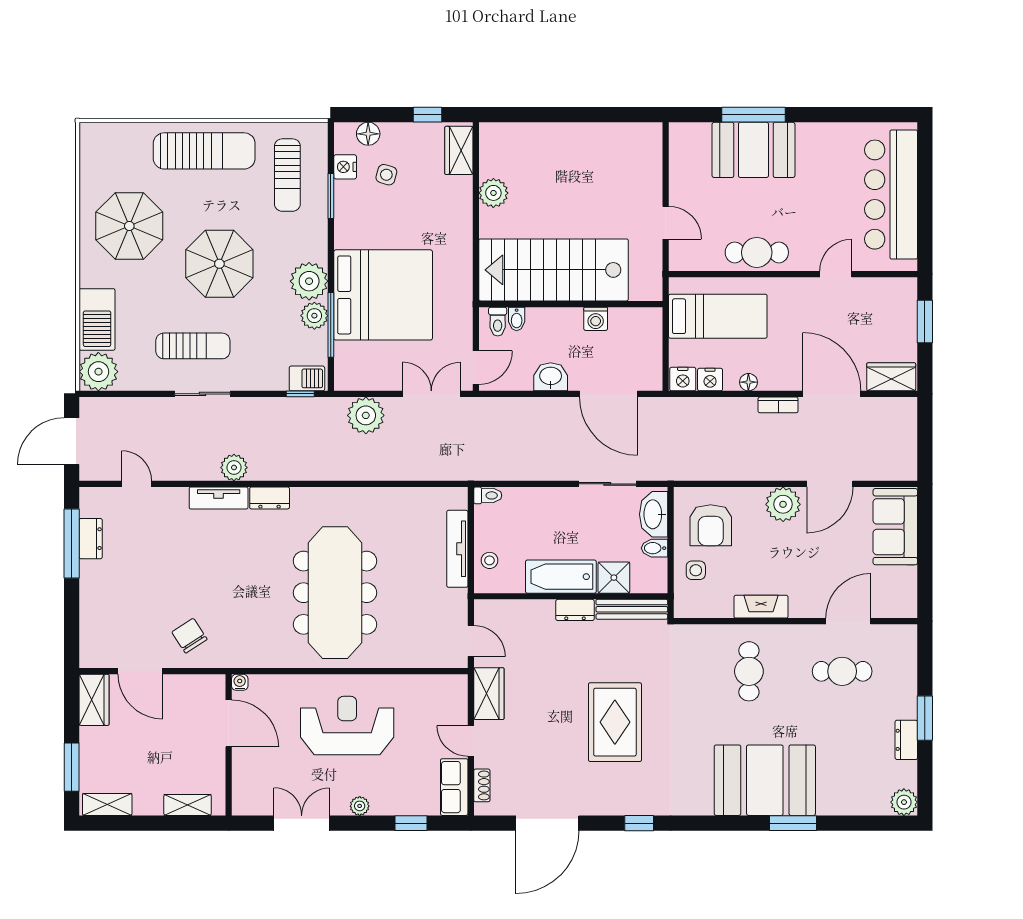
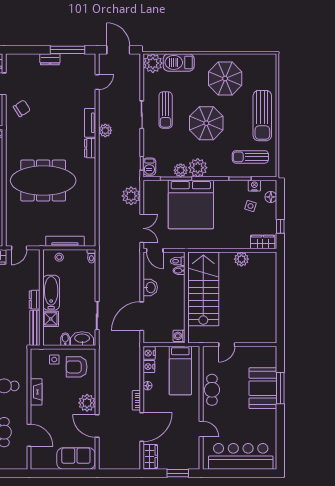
washing machine: (596, 319) -> (179, 336), moved
dresser: (91, 539) -> (50, 59), moved

